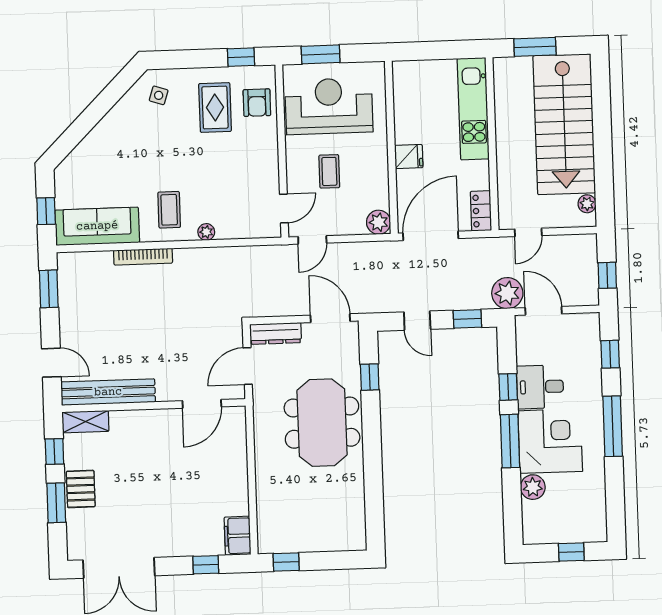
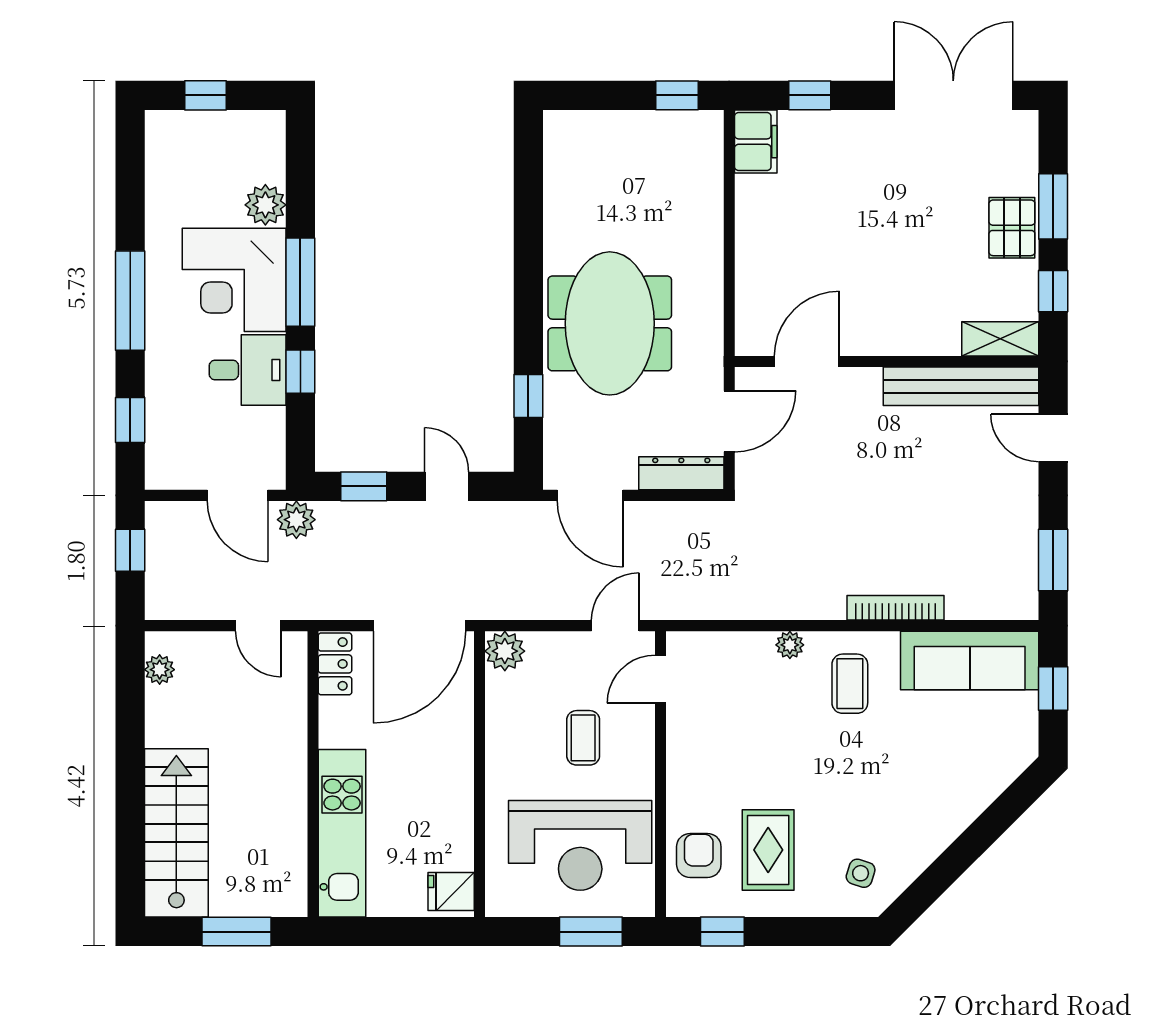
stairs: (564, 124) -> (176, 833), width x0.73, depth x0.66
fridge: (409, 157) -> (451, 892), moved
door: (528, 232) -> (258, 626), swing flipped
plant: (507, 293) -> (296, 520), width x0.73, depth x0.73

